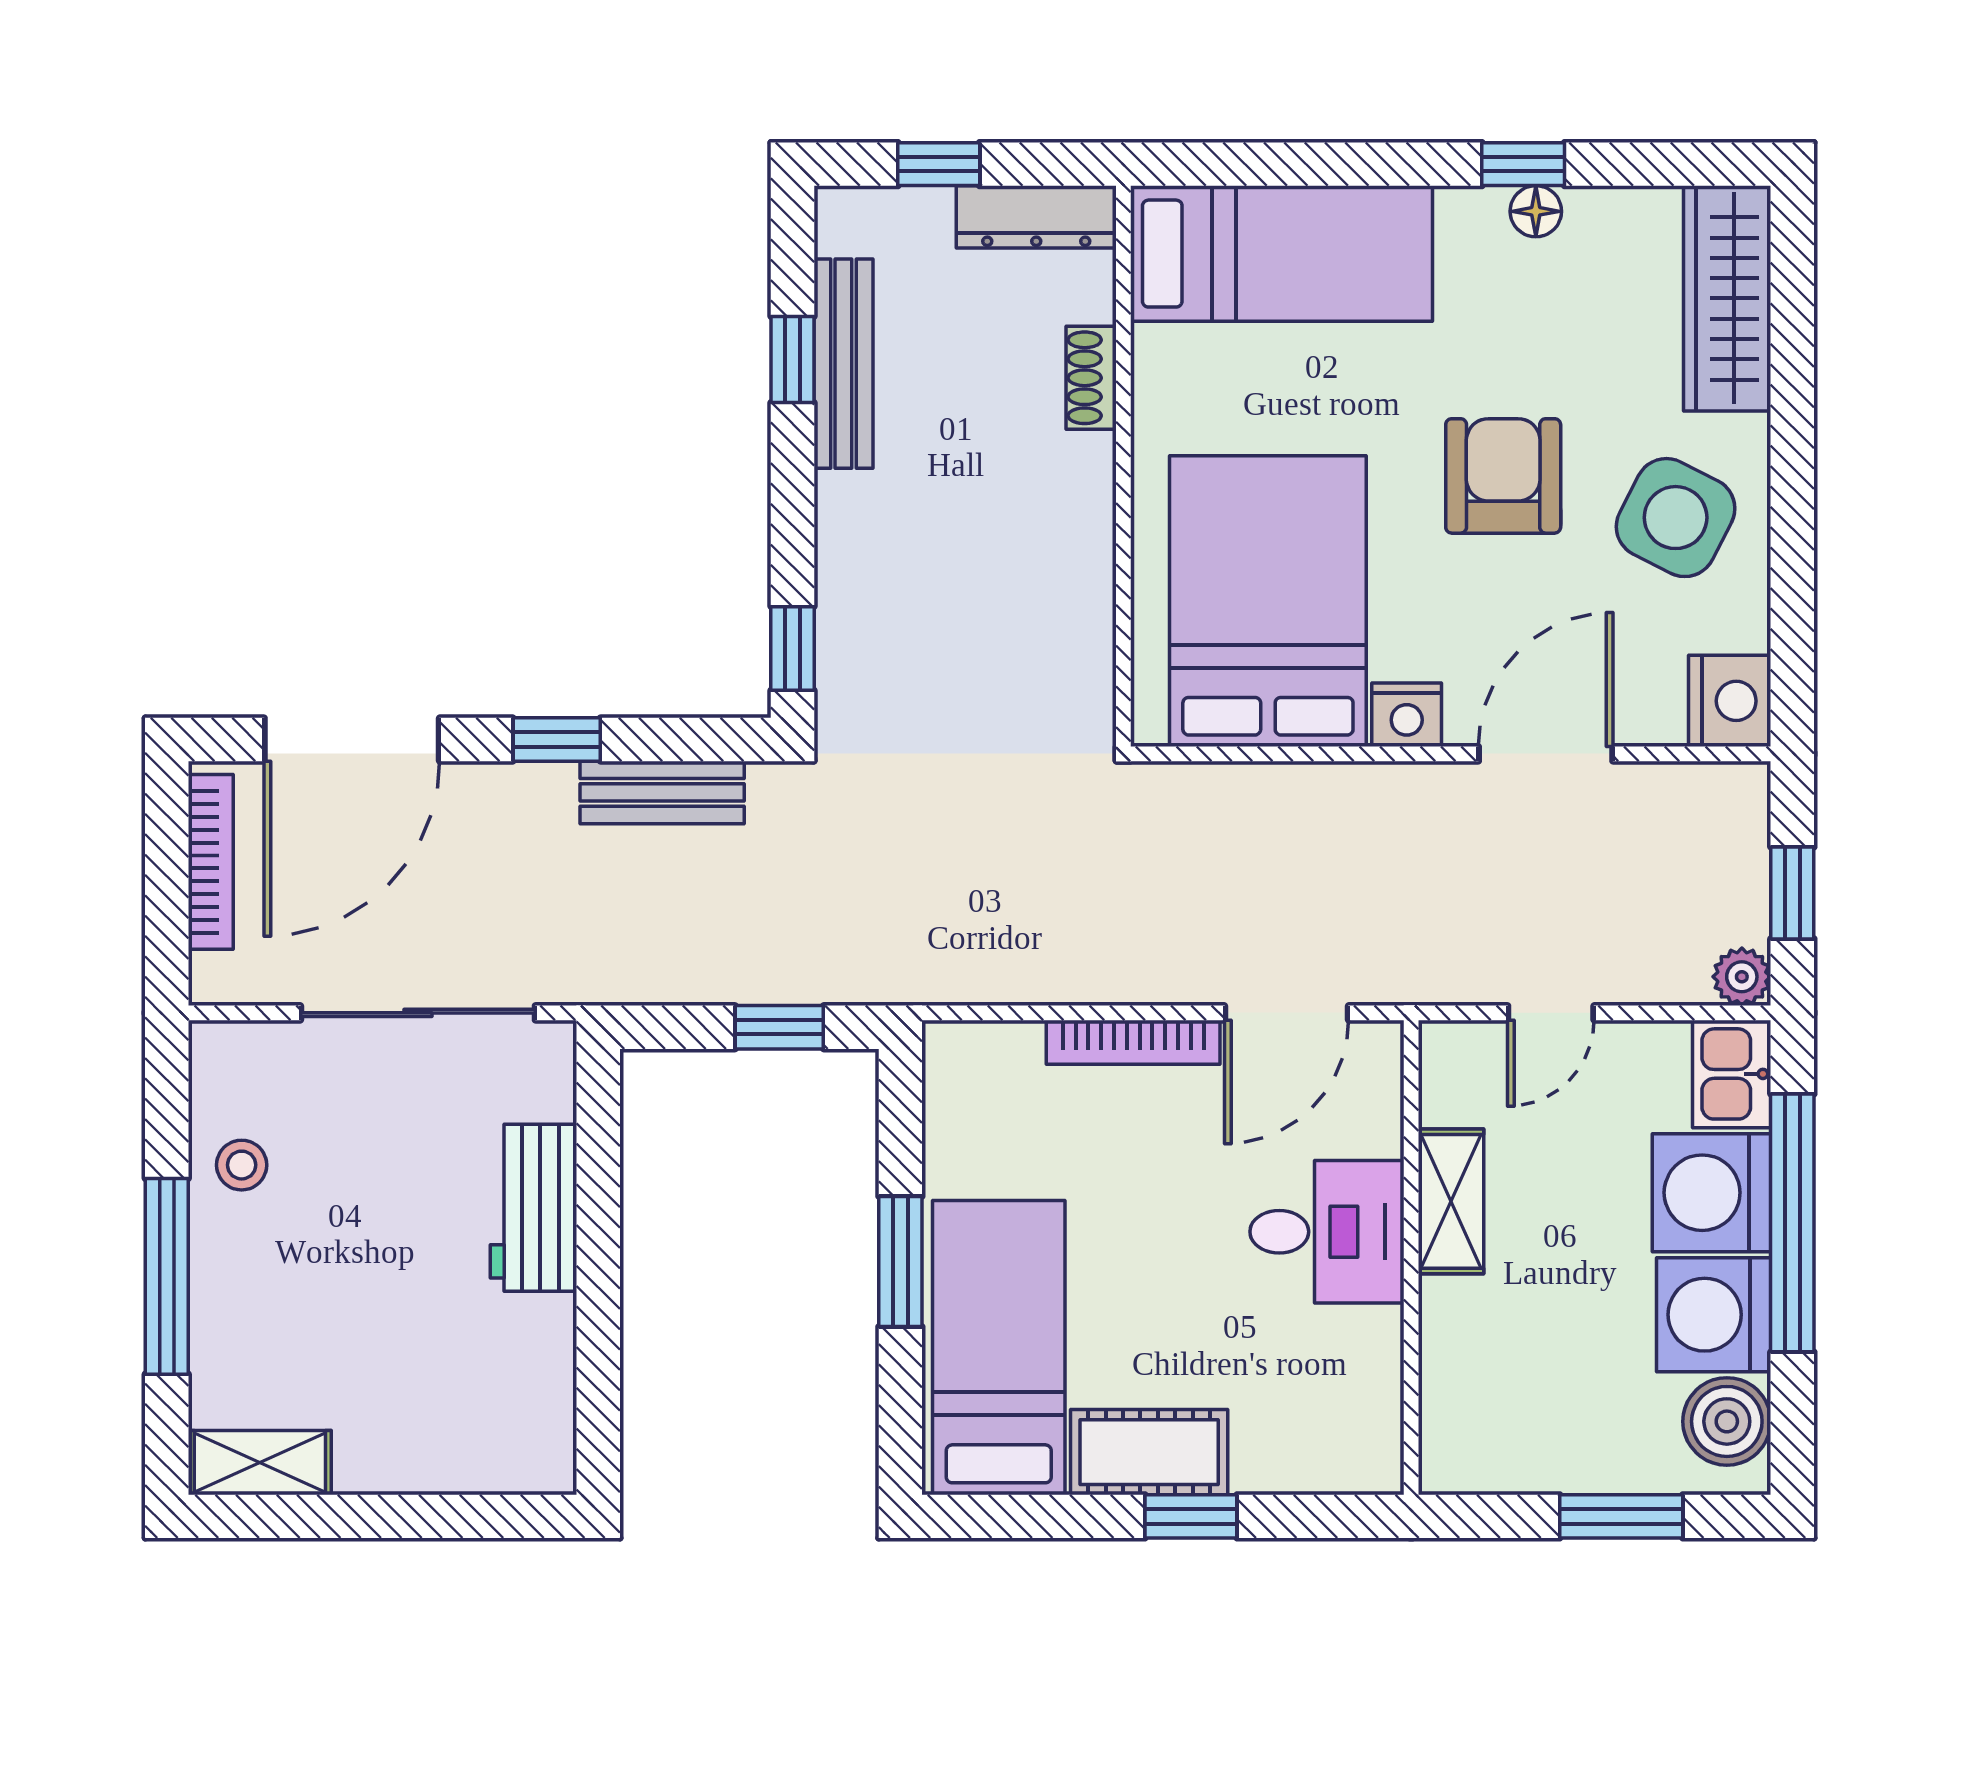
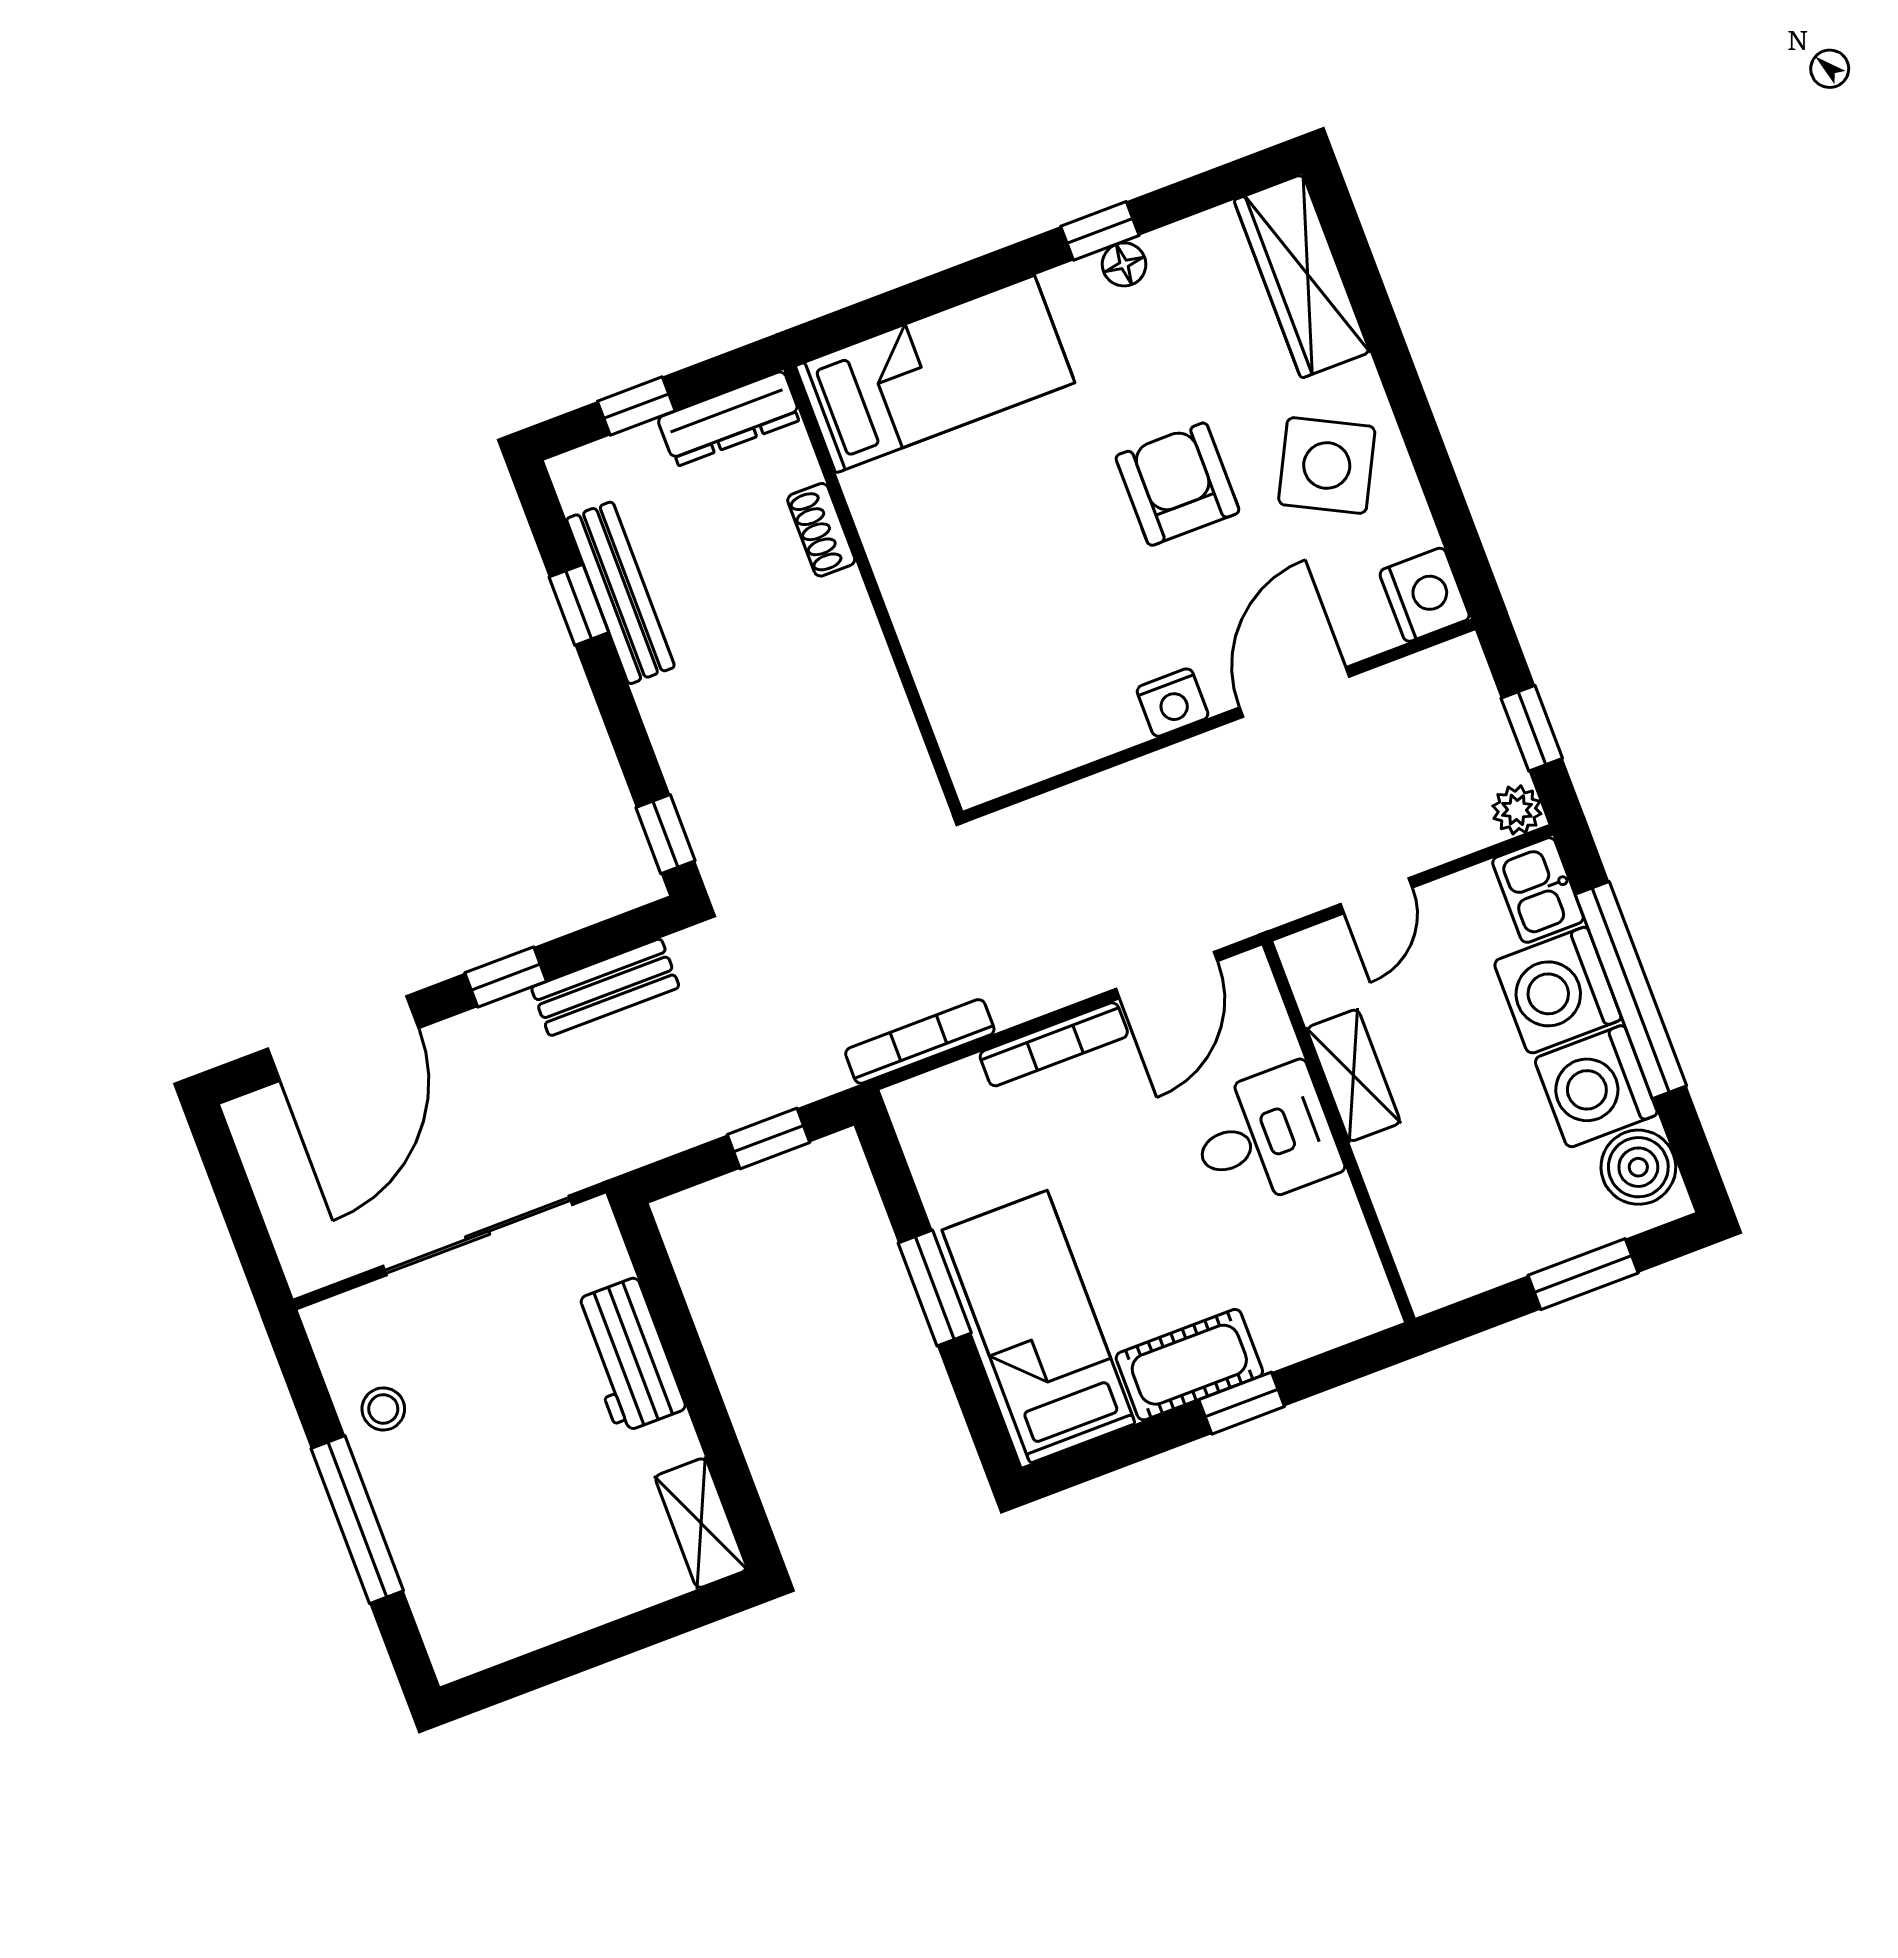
bed: (1268, 601) -> (1028, 654), removed
bookcase: (211, 862) -> (920, 1041), moved, turned -90
shelving: (260, 1463) -> (701, 1523), moved, turned 90

